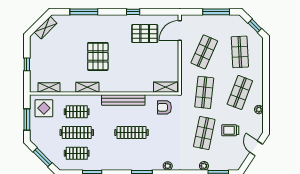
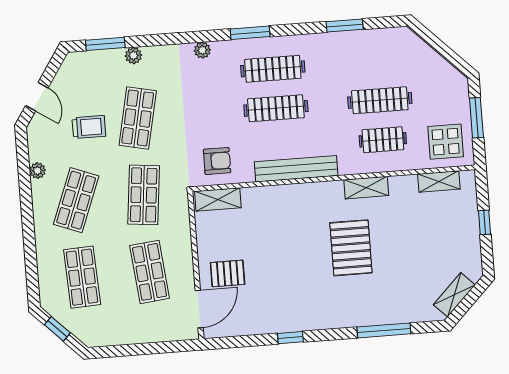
window: (216, 12) -> (133, 350), removed
pallet: (145, 34) -> (228, 273), moved, width x0.67, depth x0.71
shop shelf: (204, 52) -> (150, 272), turned -30
clothes rail: (77, 153) -> (273, 69), moved, width x1.36
window: (43, 157) -> (441, 48), removed

